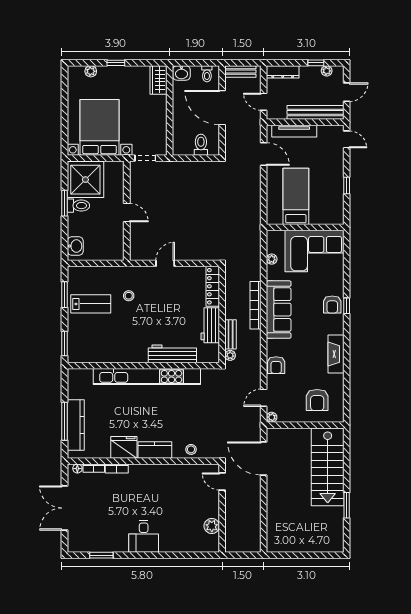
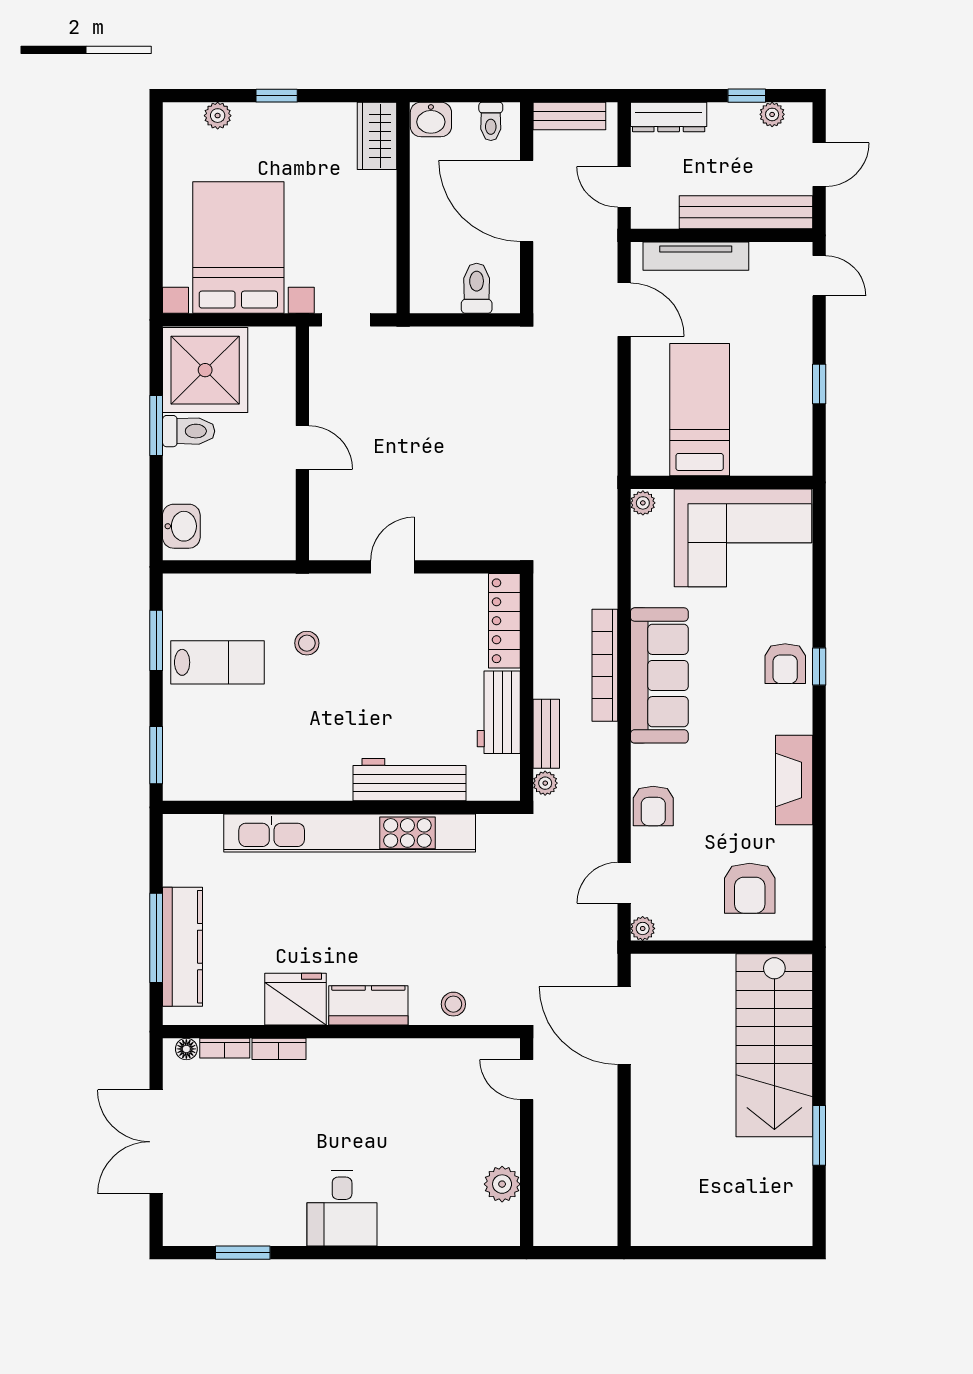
plant: (272, 259) -> (643, 503), moved

